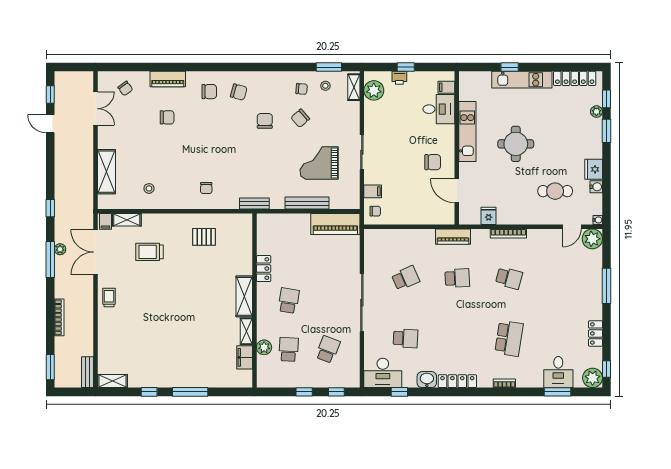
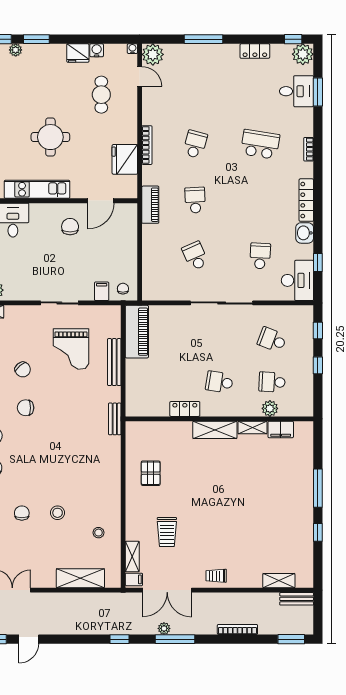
stool: (167, 150) -> (58, 513), added
chair: (206, 188) -> (98, 471), removed
fridge: (489, 216) -> (125, 159), width x1.88, depth x1.34
shelving: (113, 381) -> (279, 581), moved, turned 90

